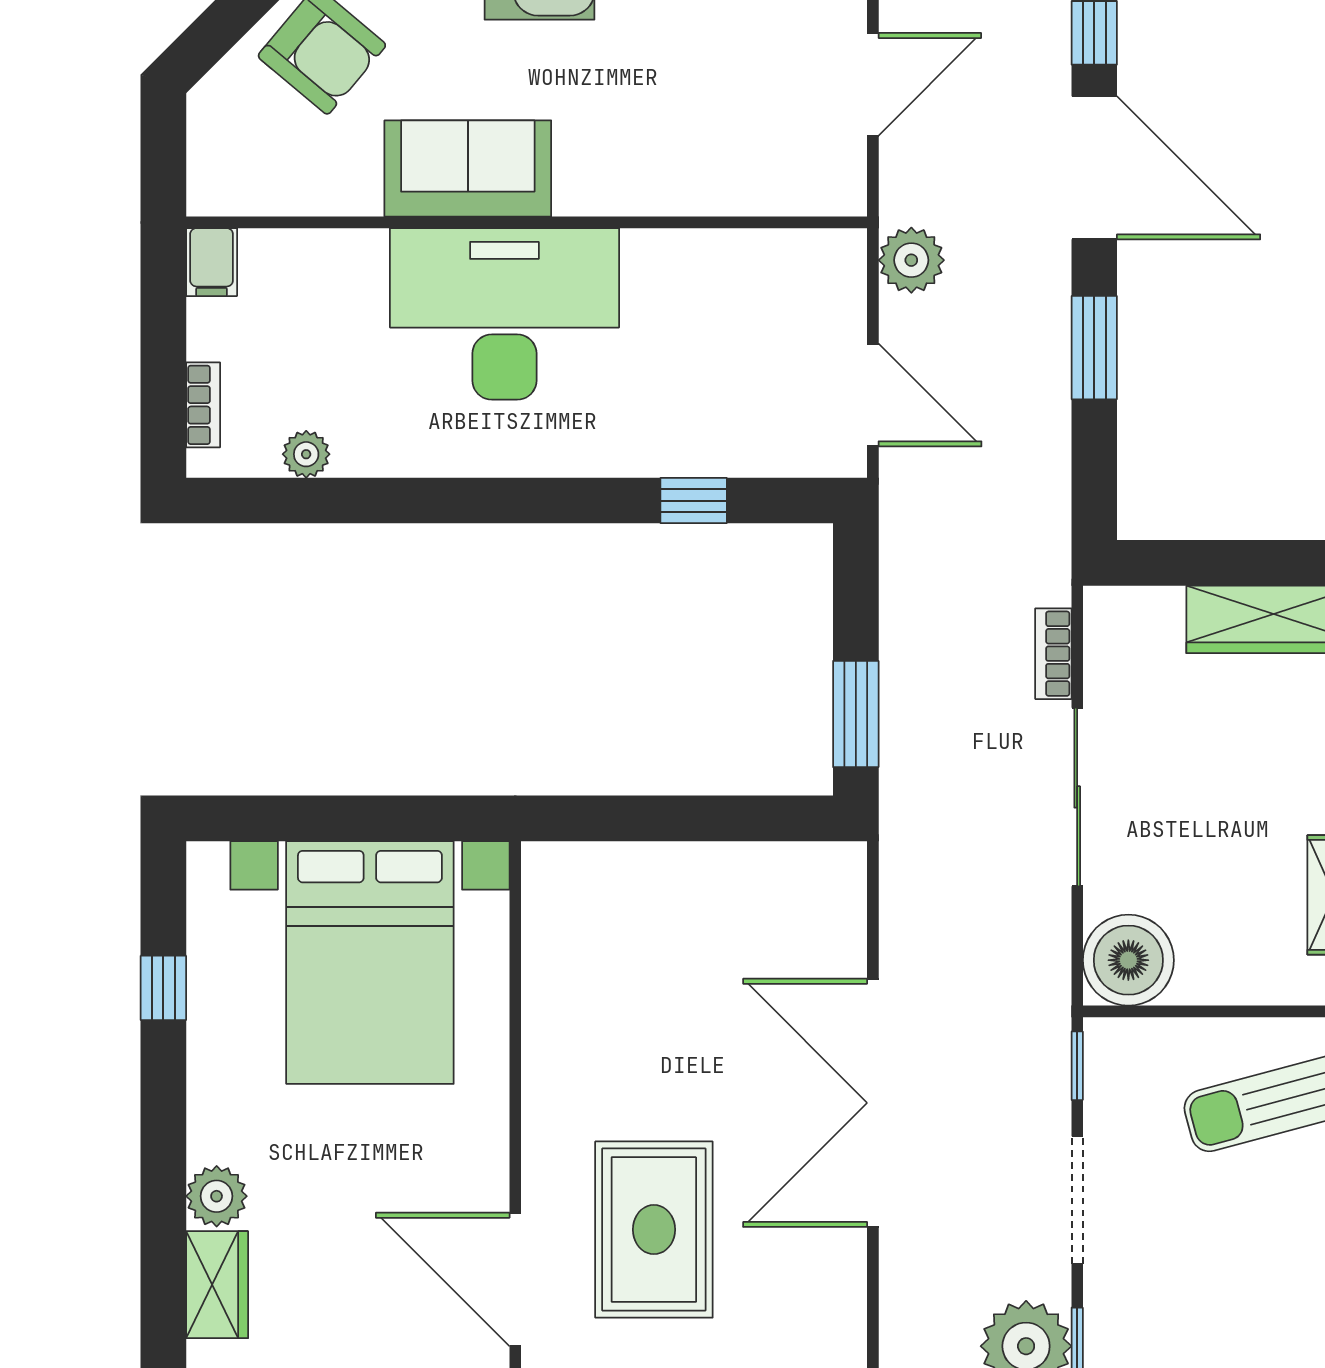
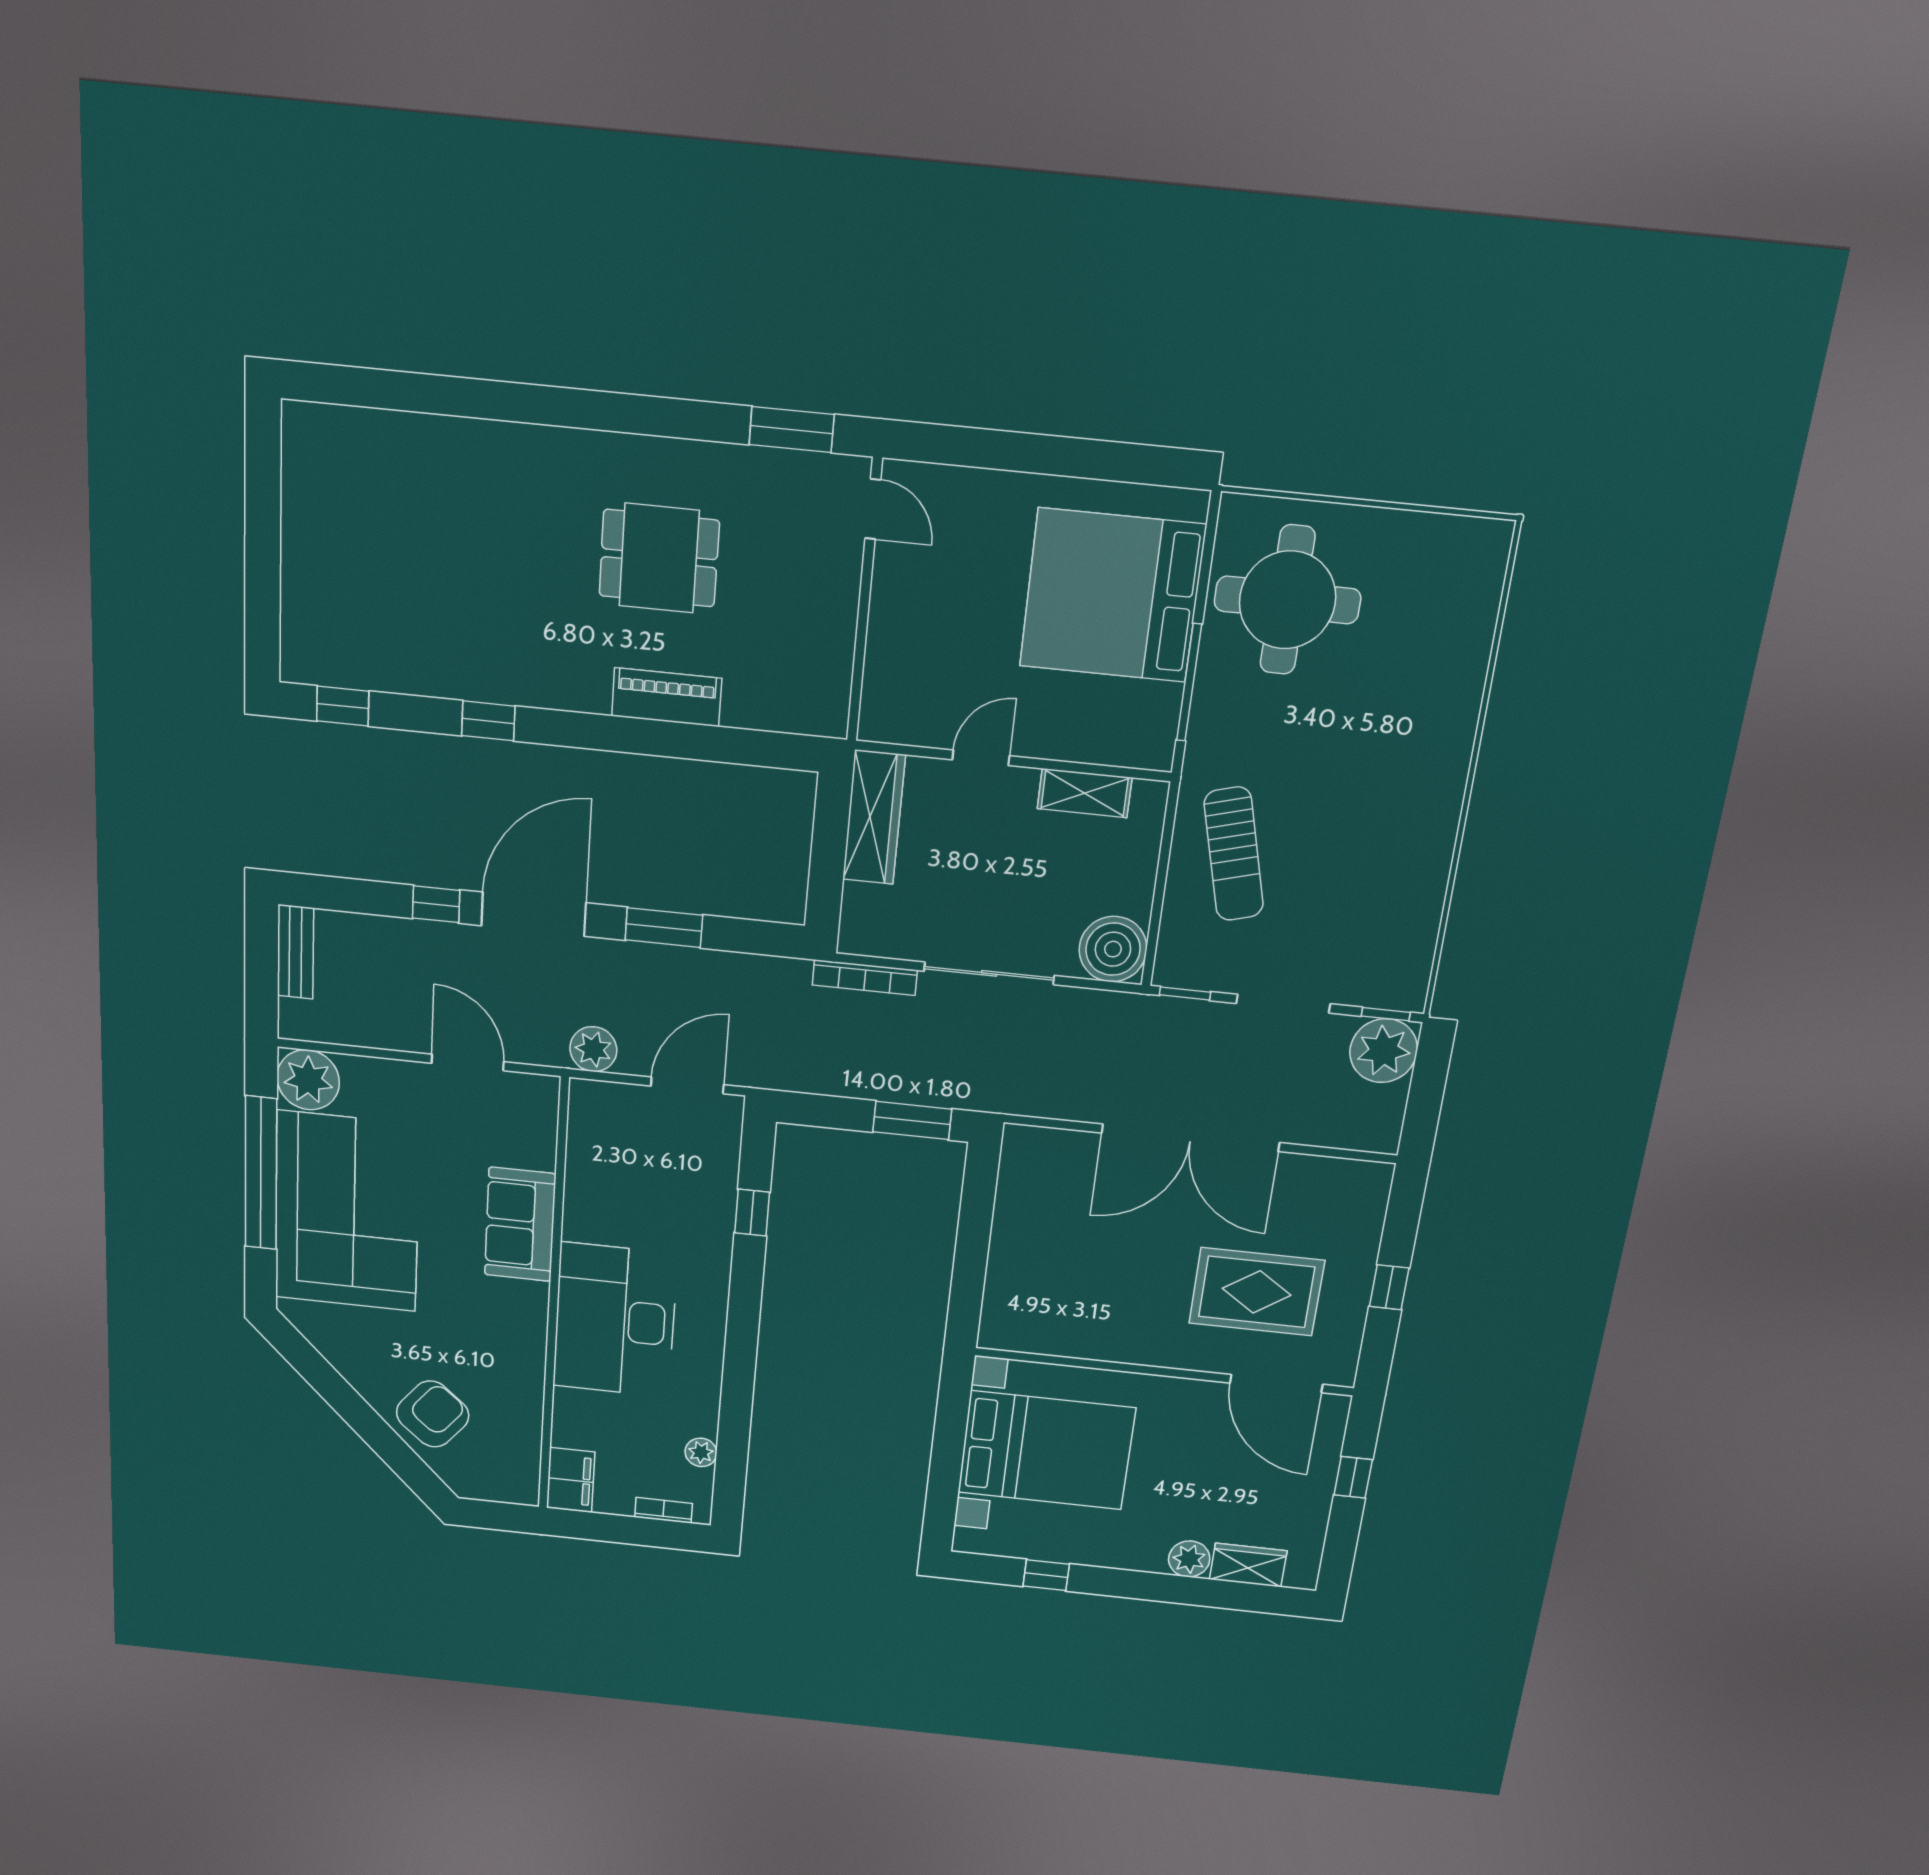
sofa: (468, 168) -> (520, 1225), moved
filing cabinet: (212, 262) -> (571, 1480), width x2.00
bookcase: (1053, 654) -> (865, 978), width x1.56
door: (515, 1280) -> (1276, 1384), hinge flipped

